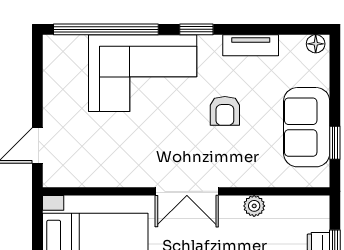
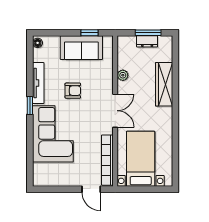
window: (106, 29) -> (30, 153), removed
tv unit: (251, 45) -> (38, 83), width x1.41
bookcase: (93, 176) -> (107, 160), added

